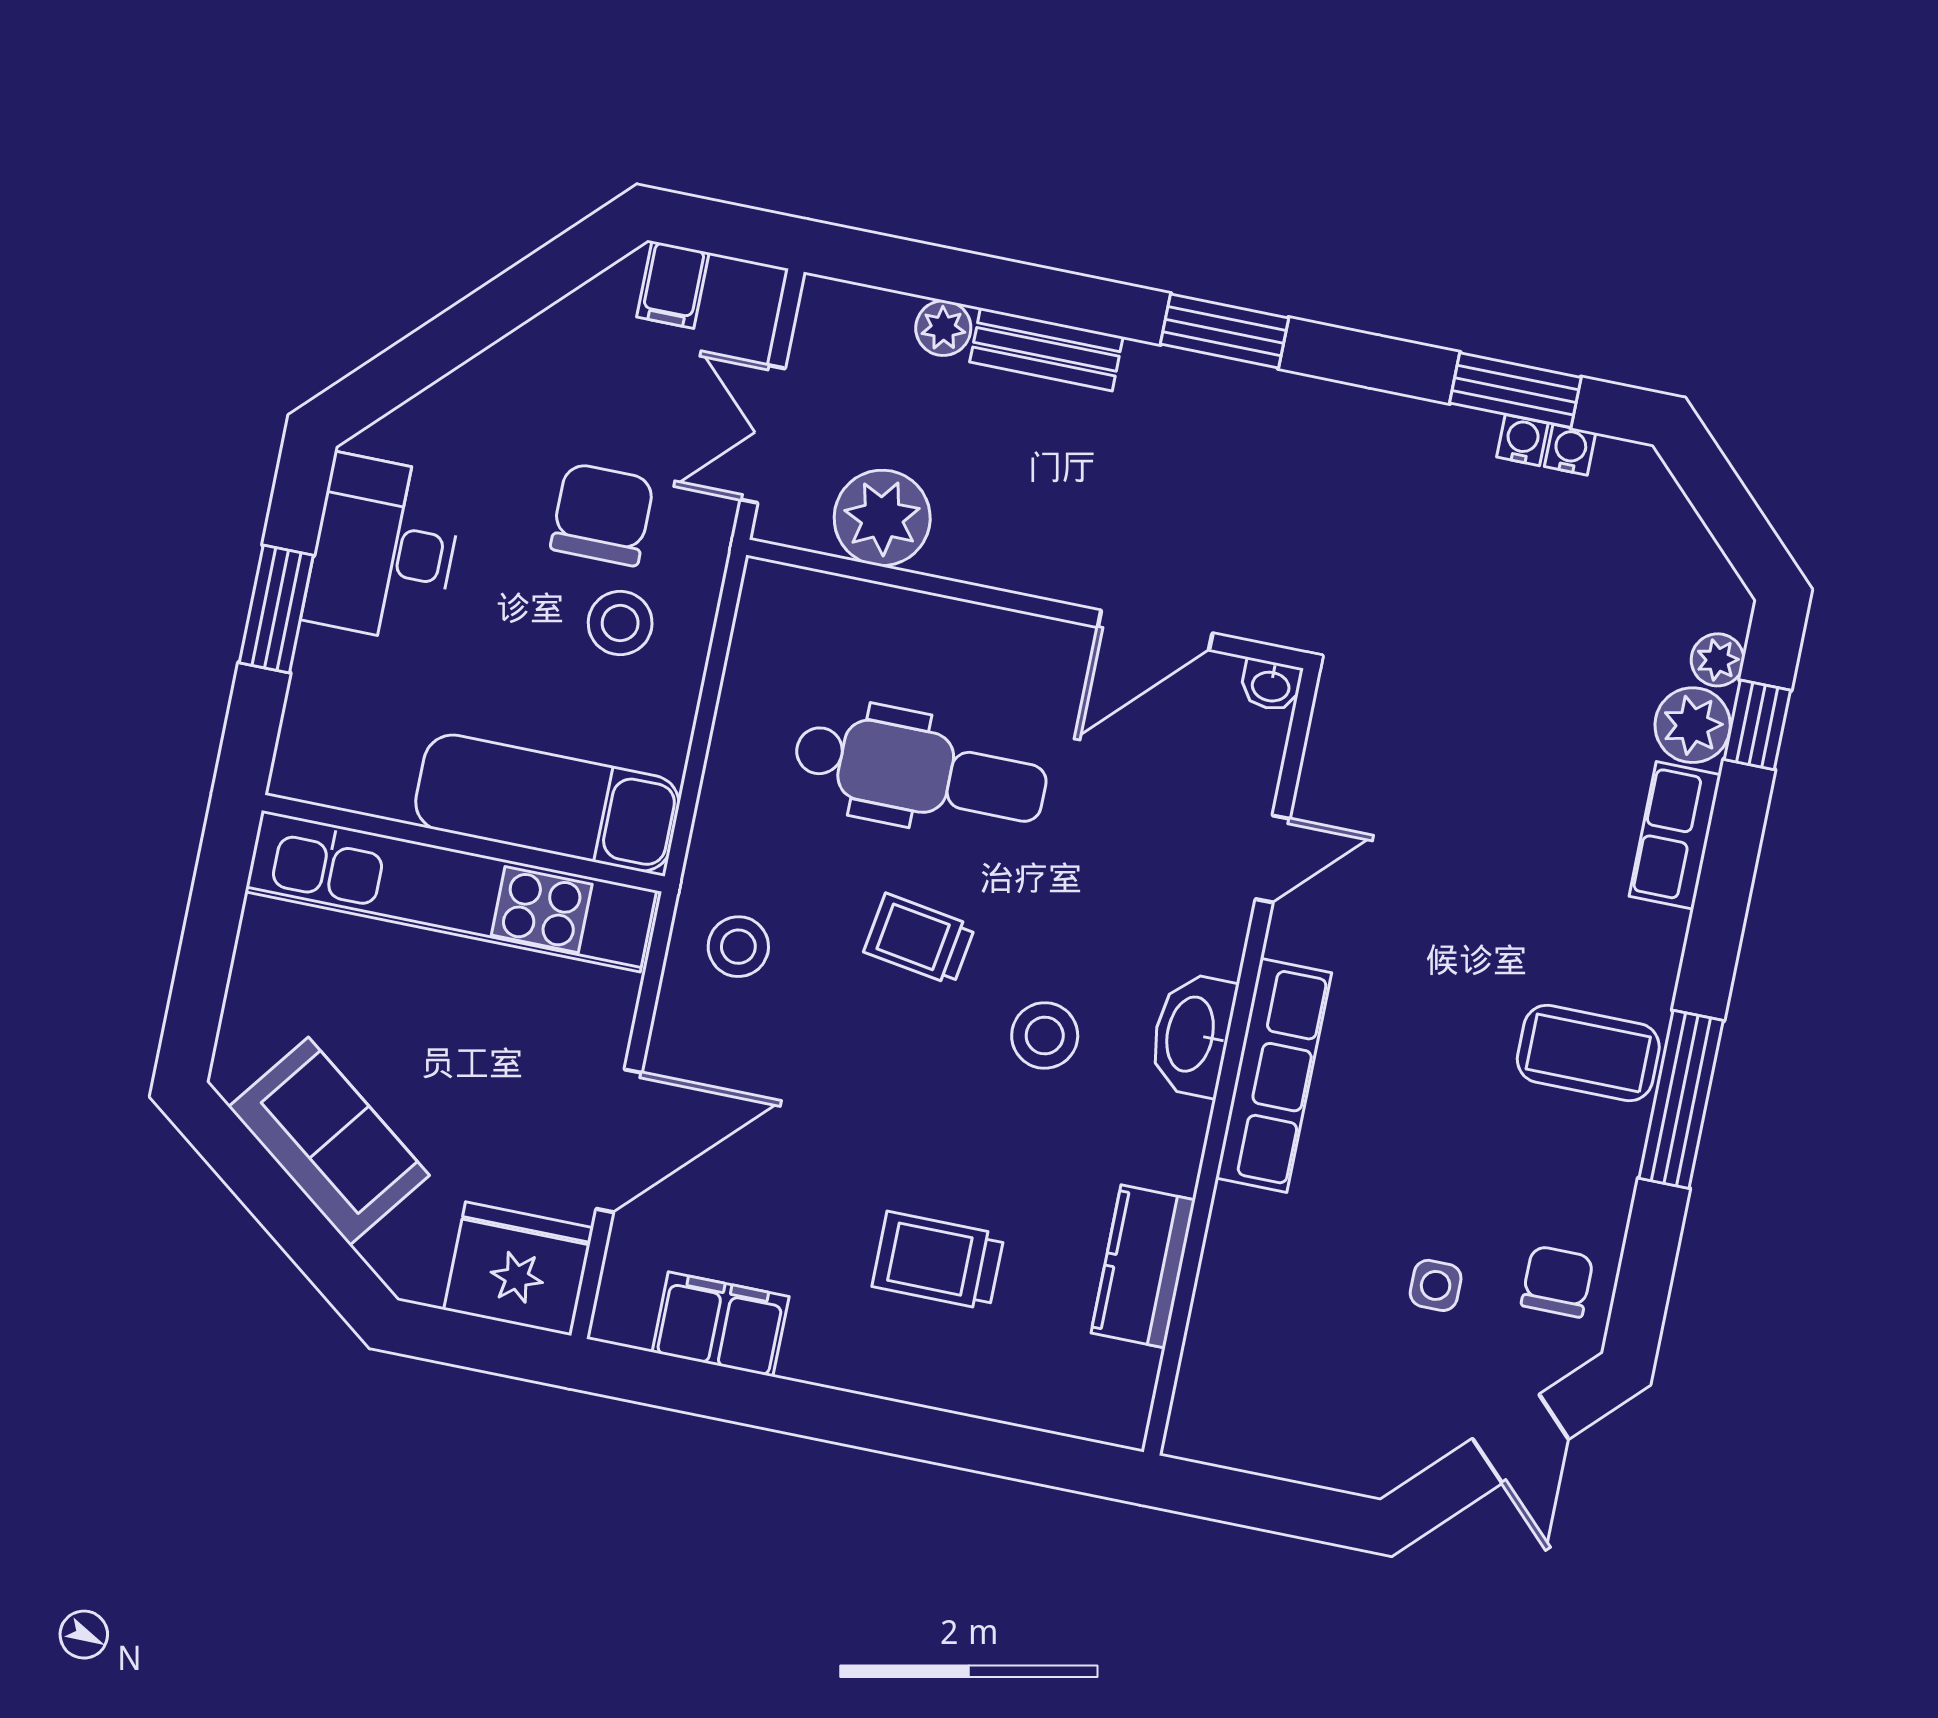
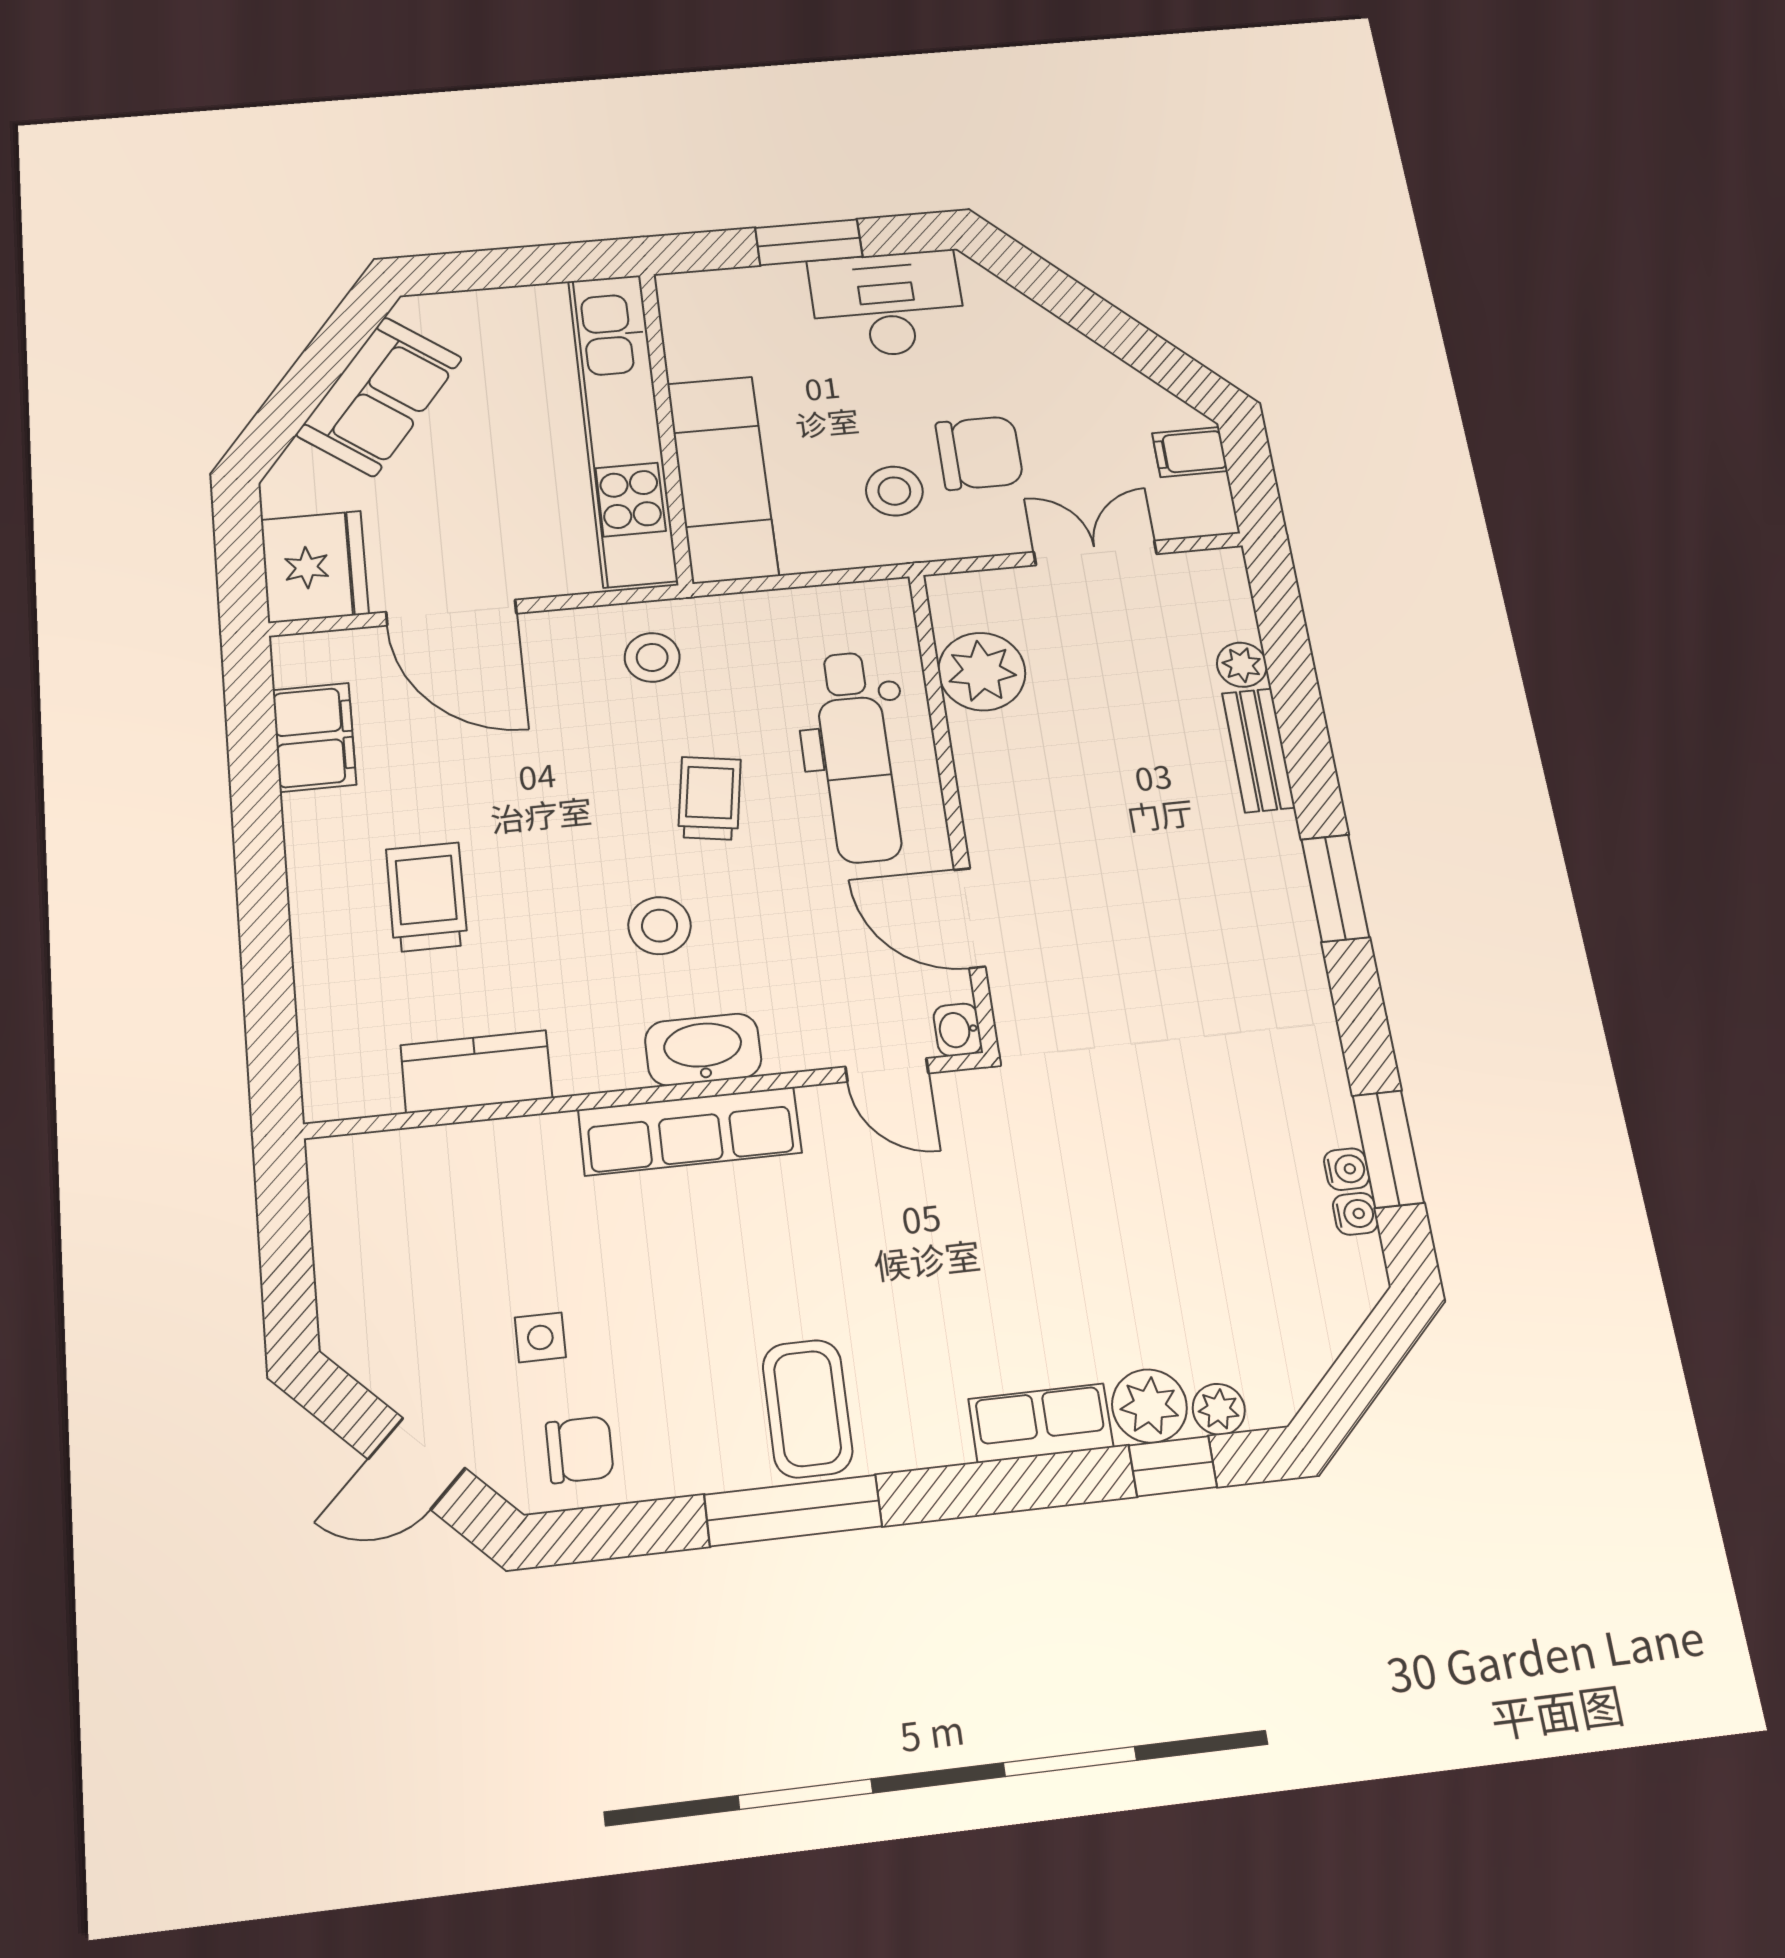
plant: (882, 518) -> (982, 672), moved
wall: (1026, 604) -> (952, 807), moved
door: (1155, 630) -> (970, 918), moved
washbasin: (1271, 685) -> (958, 1030), moved

